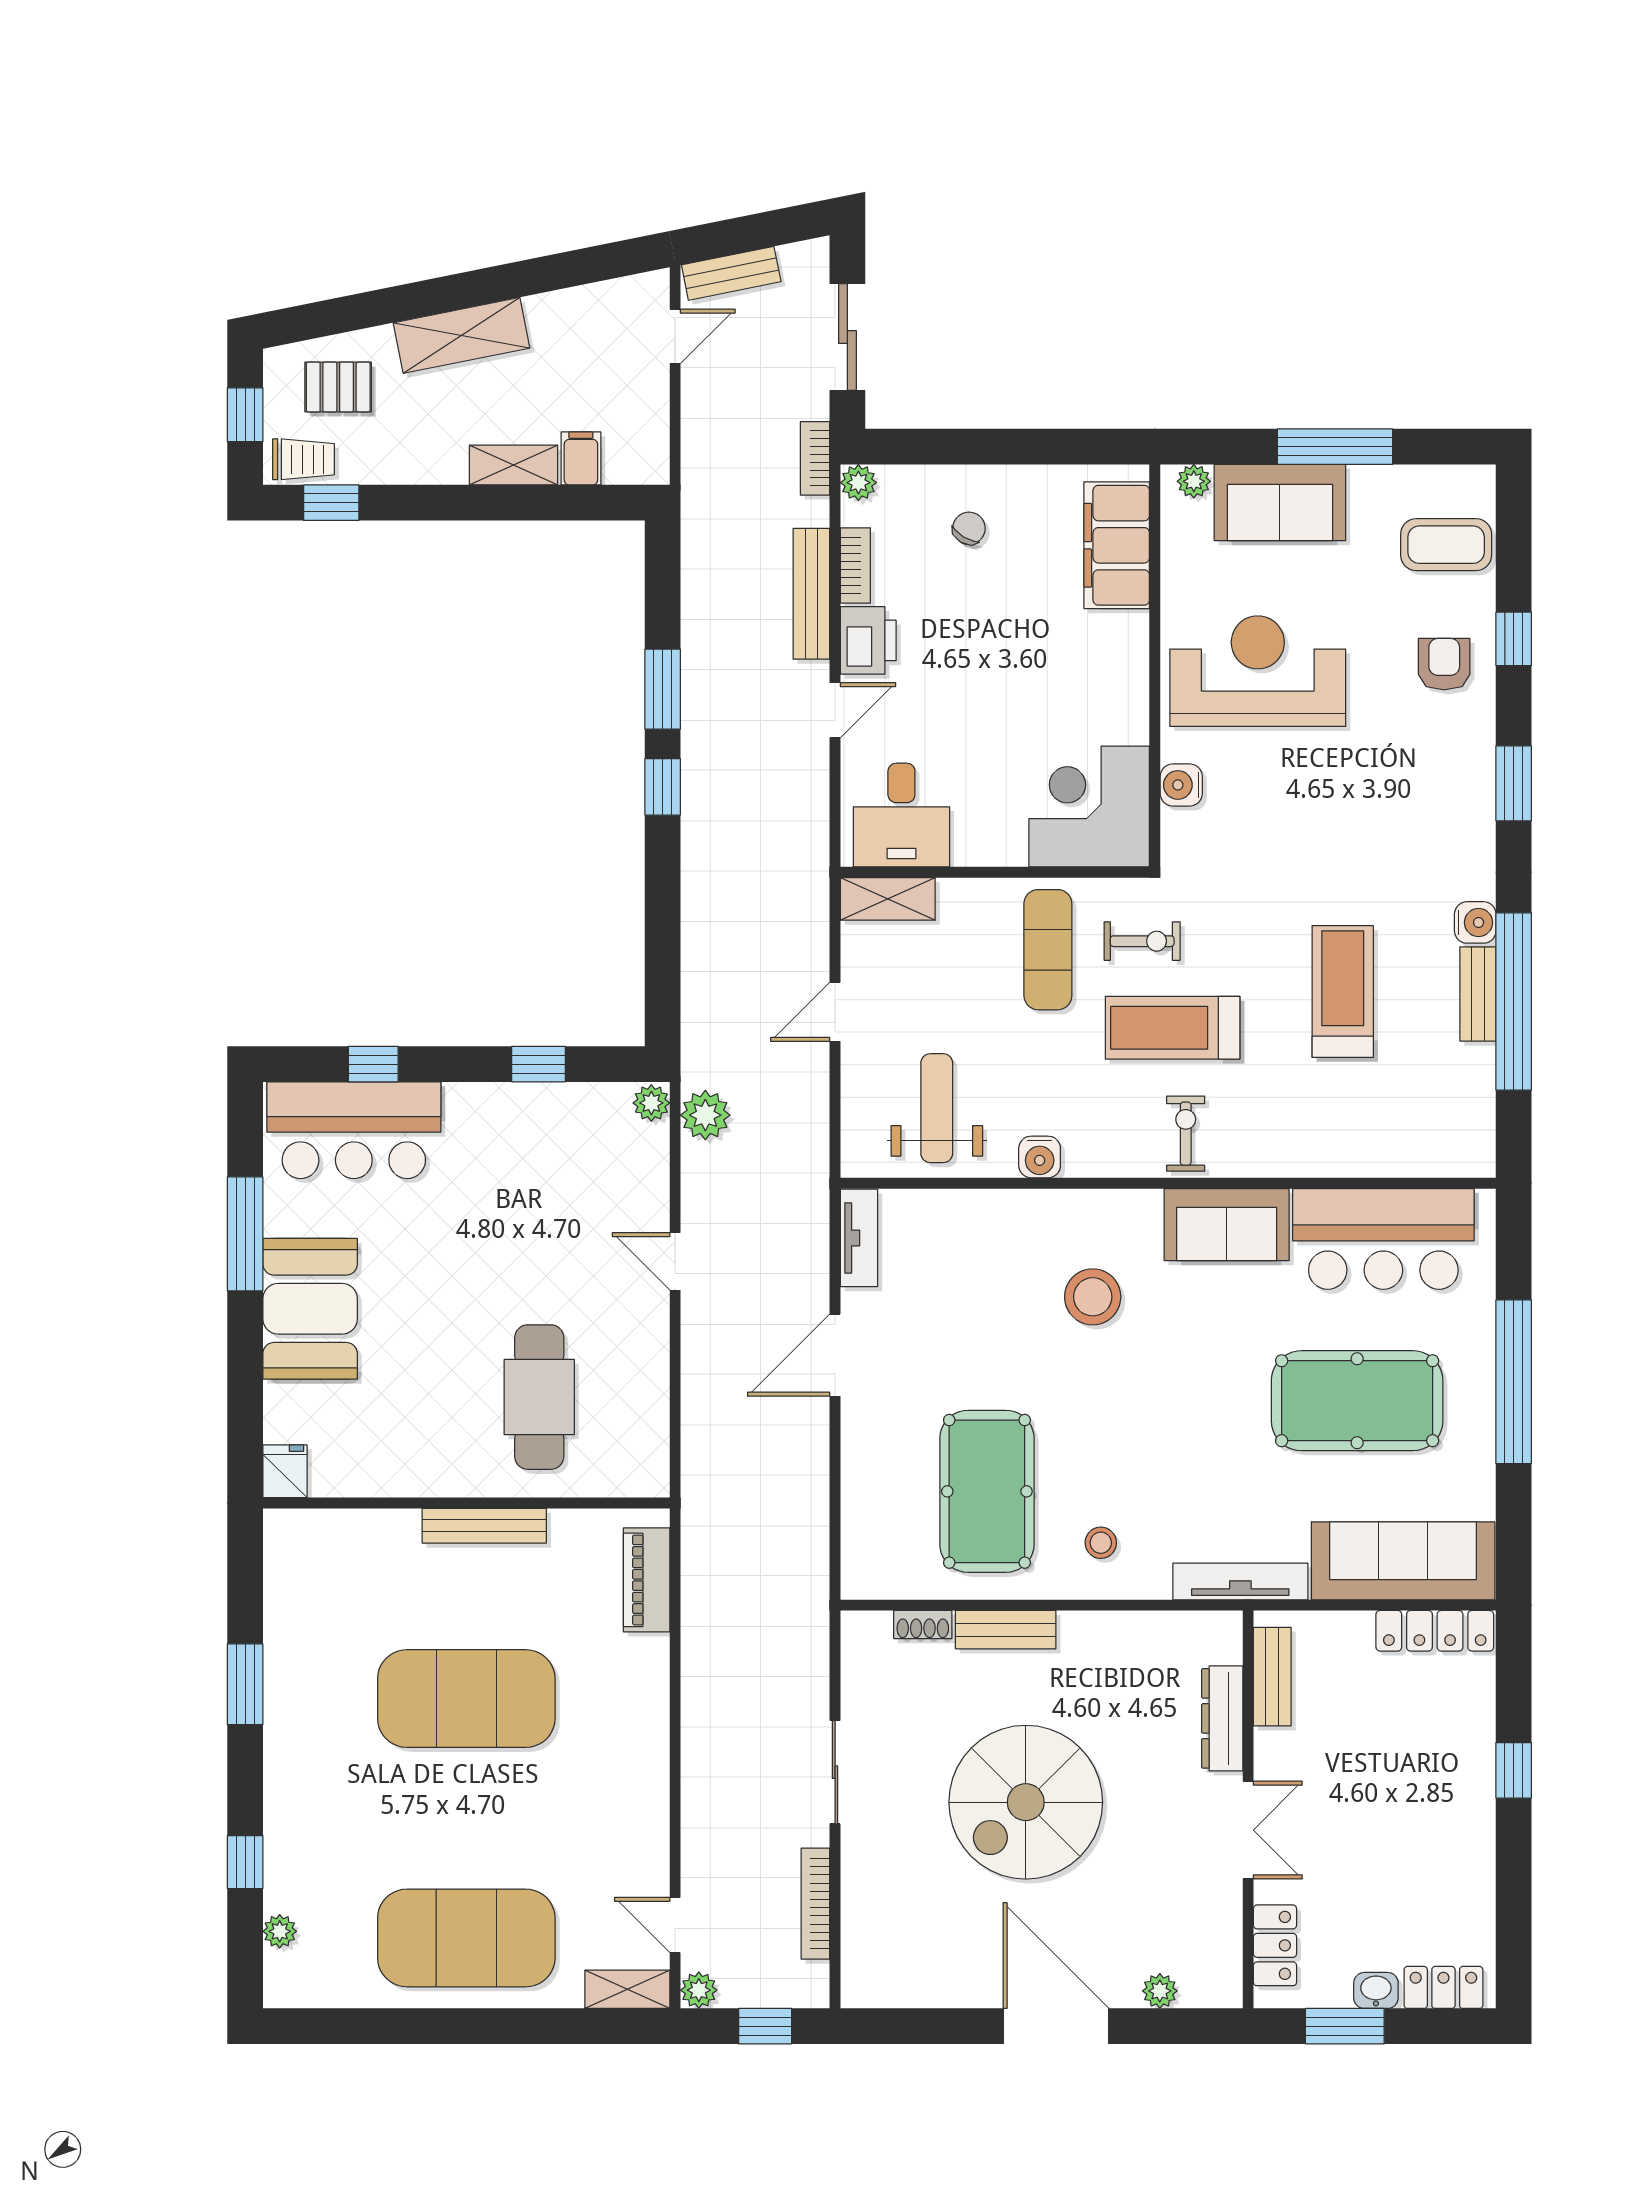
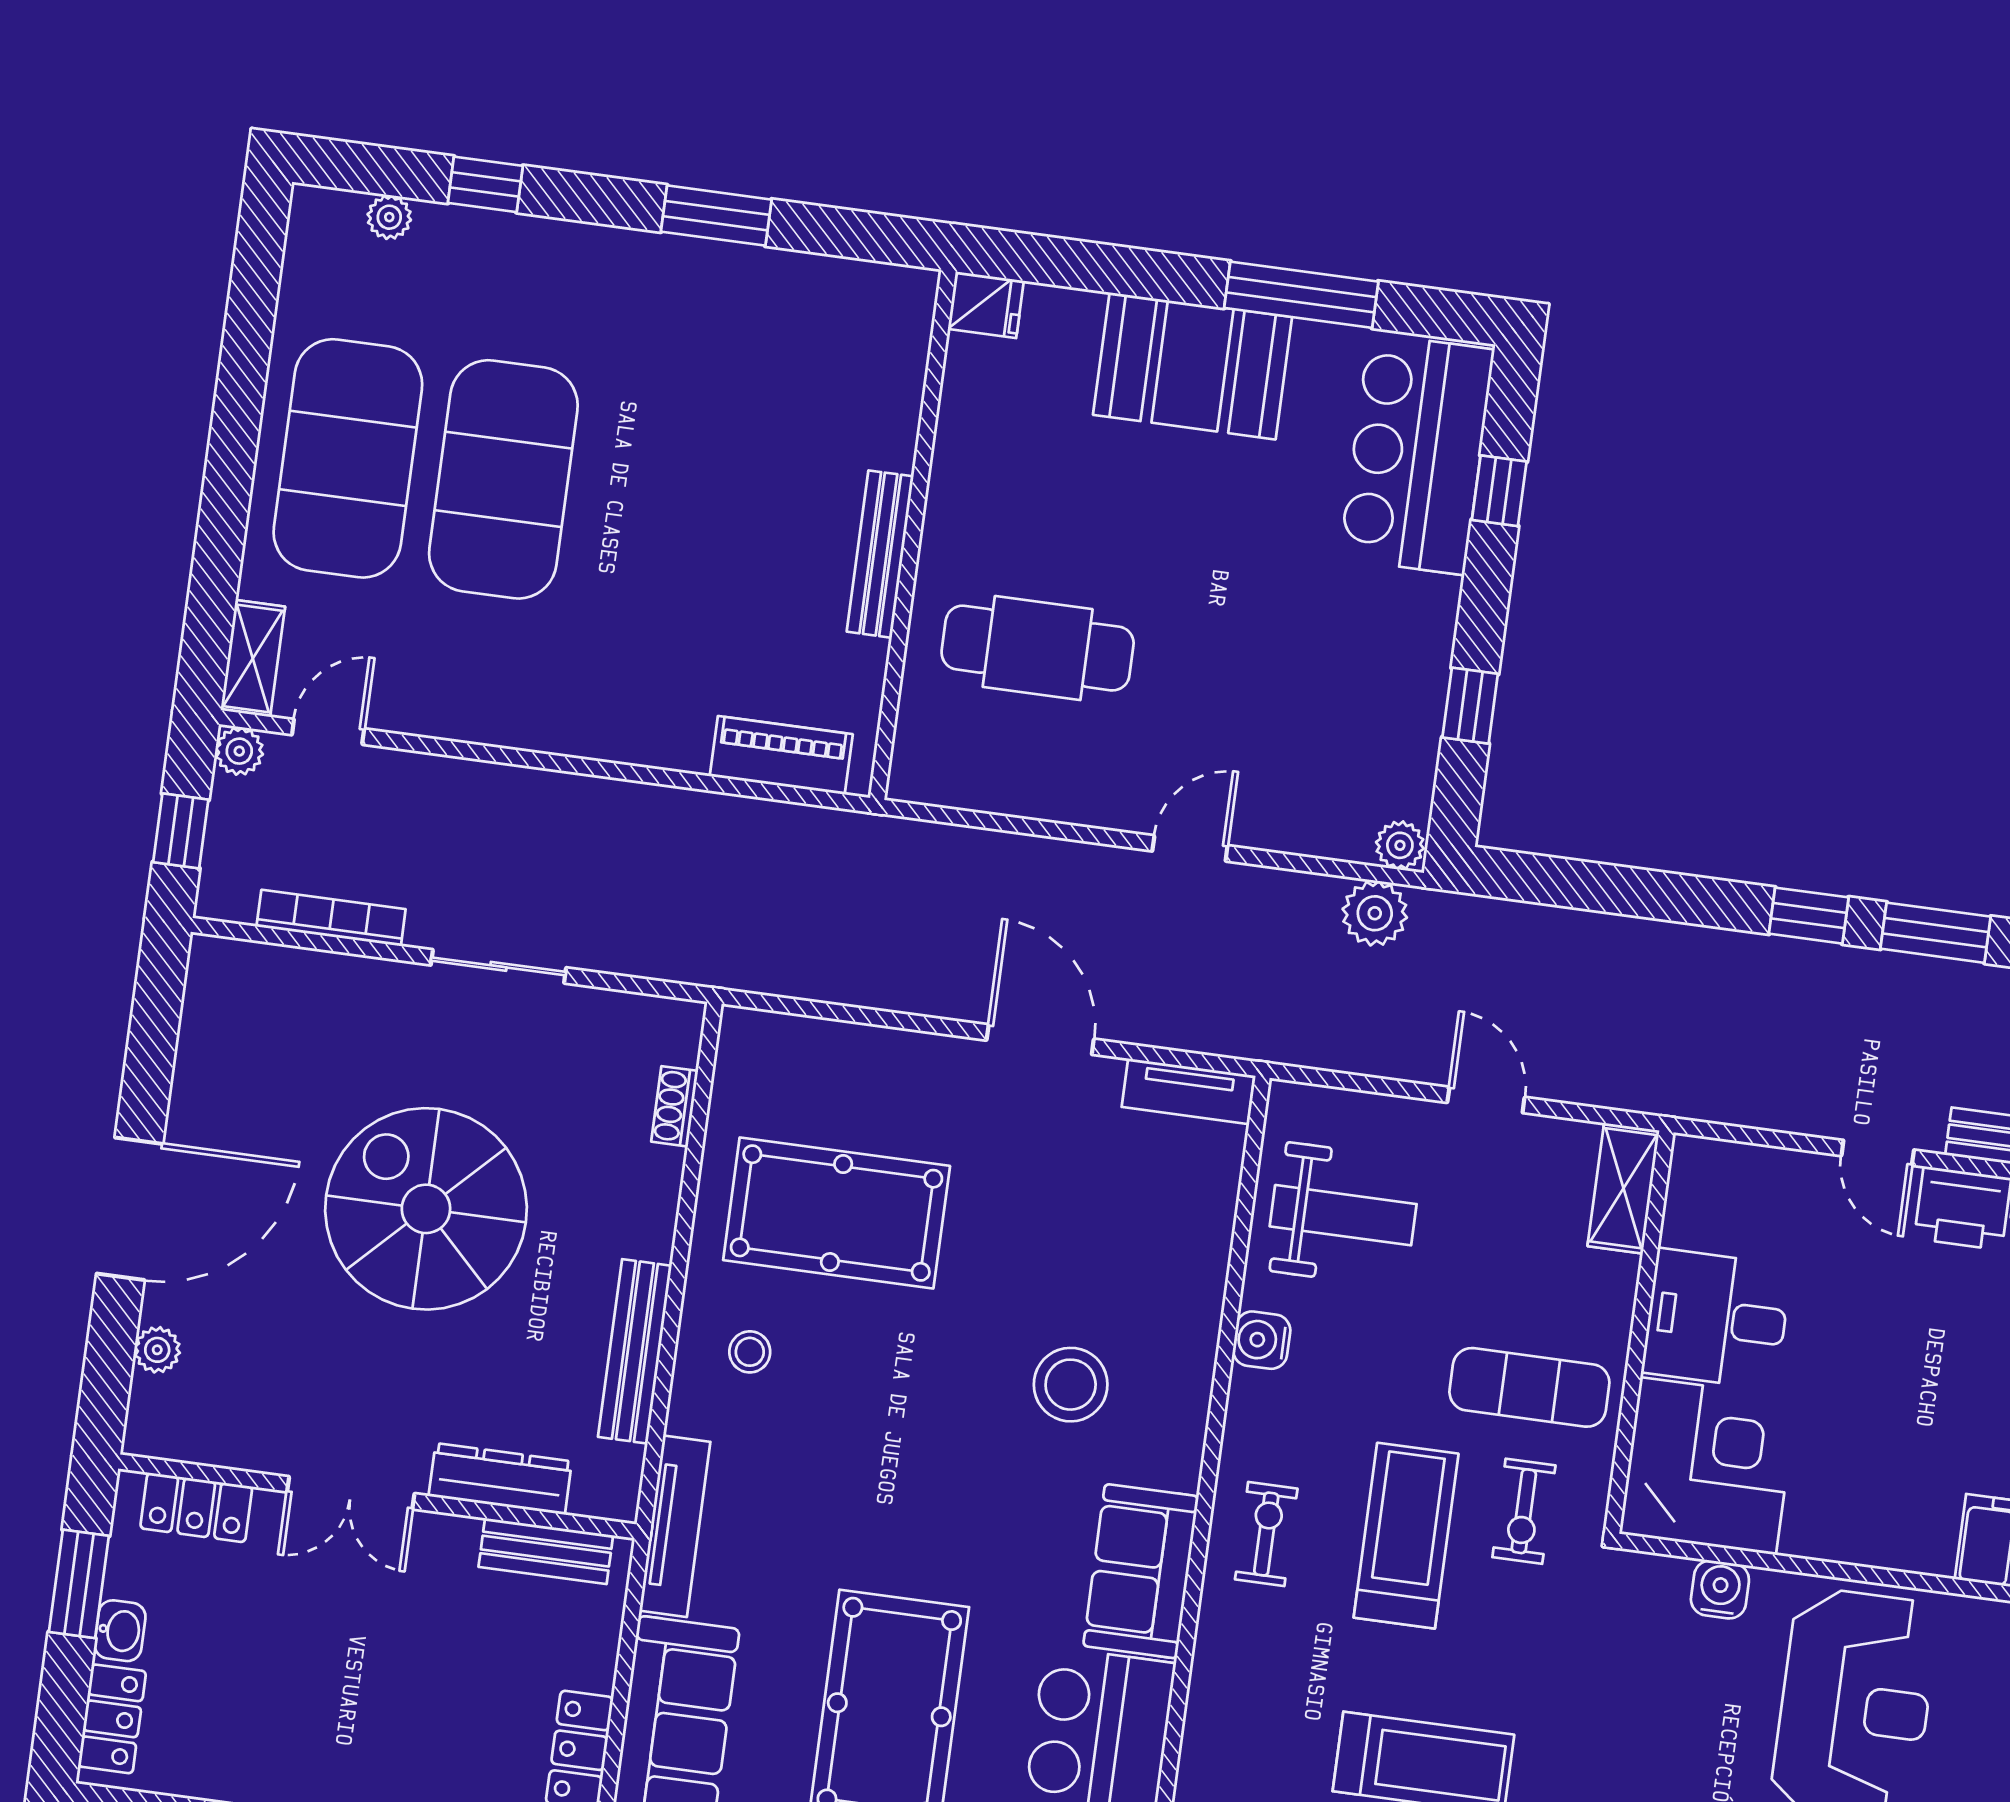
desk: (901, 815) -> (1717, 1319), moved
exercise bike: (1186, 1134) -> (1266, 1534), turned -90
bench: (1006, 1630) -> (635, 1351), moved, width x1.36
exercise mat: (466, 1699) -> (503, 479), moved

